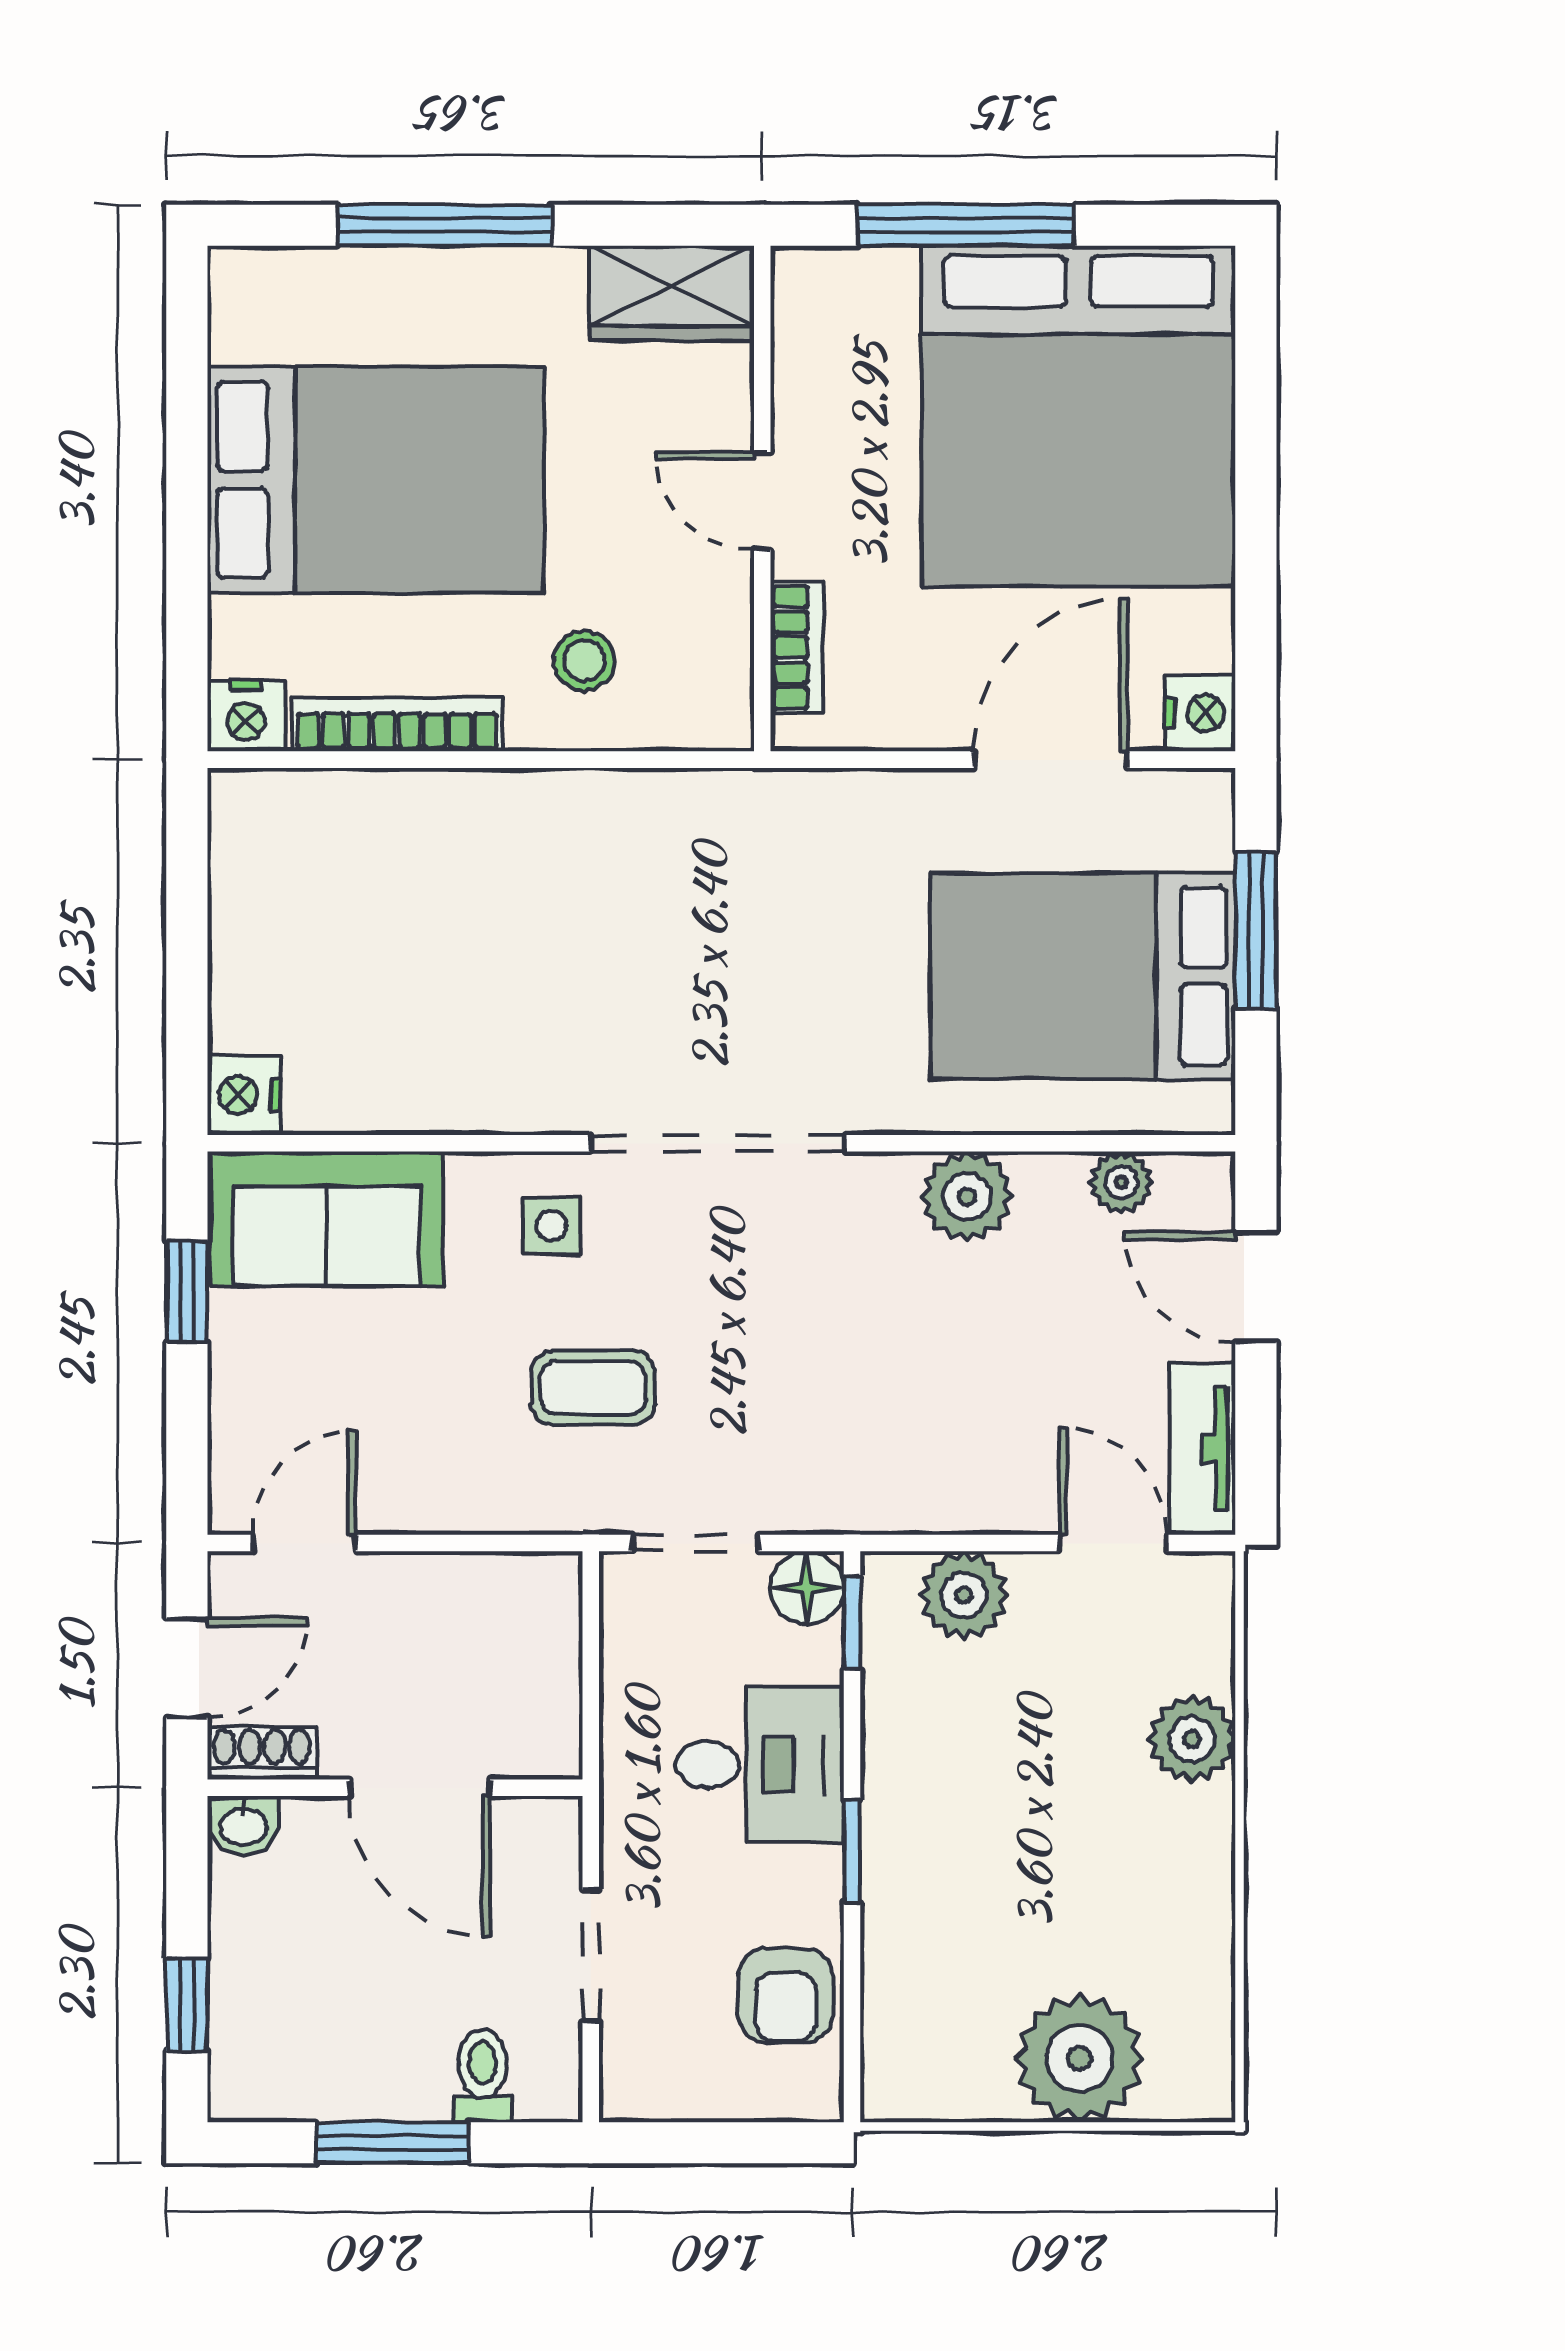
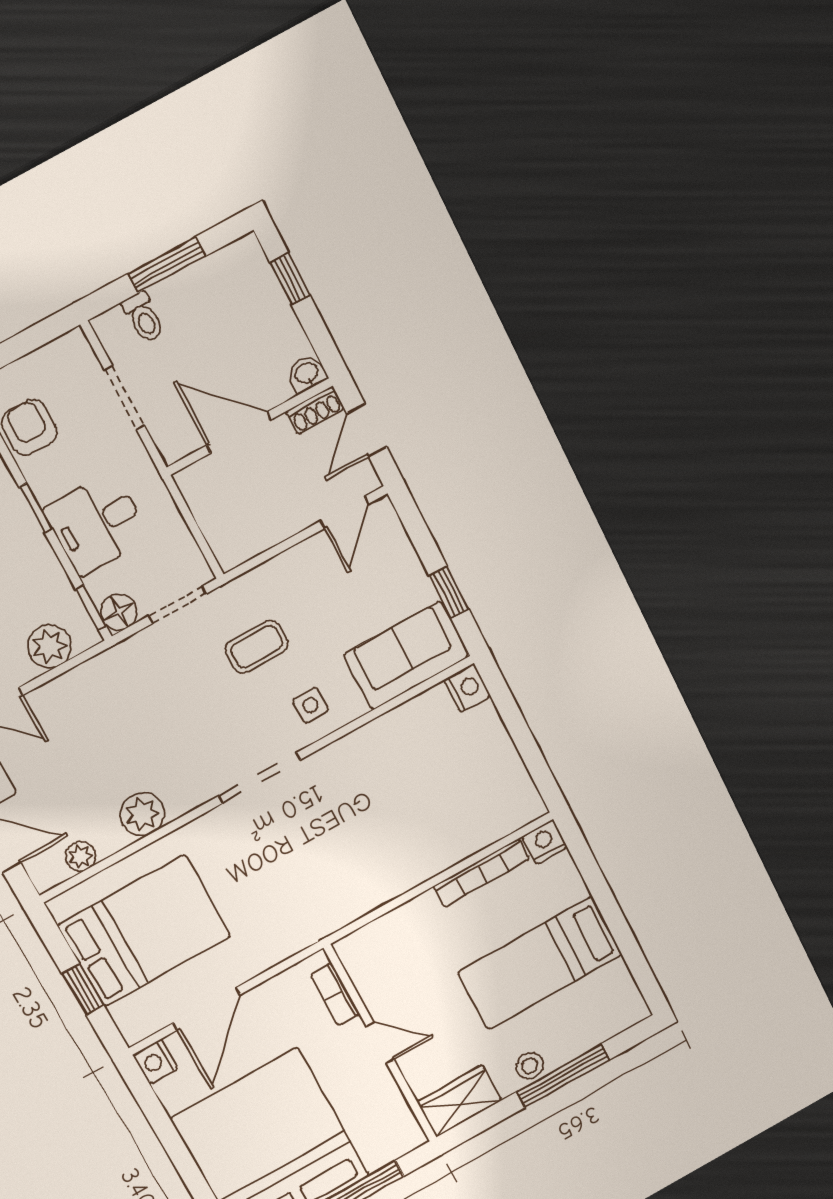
bed: (375, 480) -> (540, 963), width x0.67
stool: (584, 661) -> (530, 1066), moved
window: (1256, 930) -> (83, 990), width x0.67
doorway: (717, 1143) -> (259, 778), width x0.73

